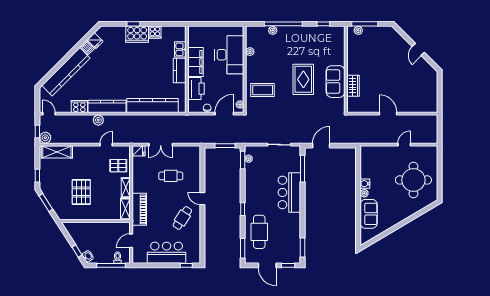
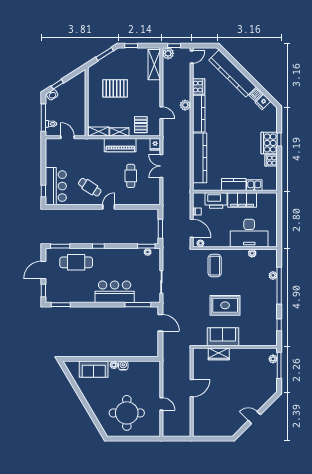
piano: (139, 209) -> (120, 145), moved
bar counter: (167, 253) -> (56, 186), moved

